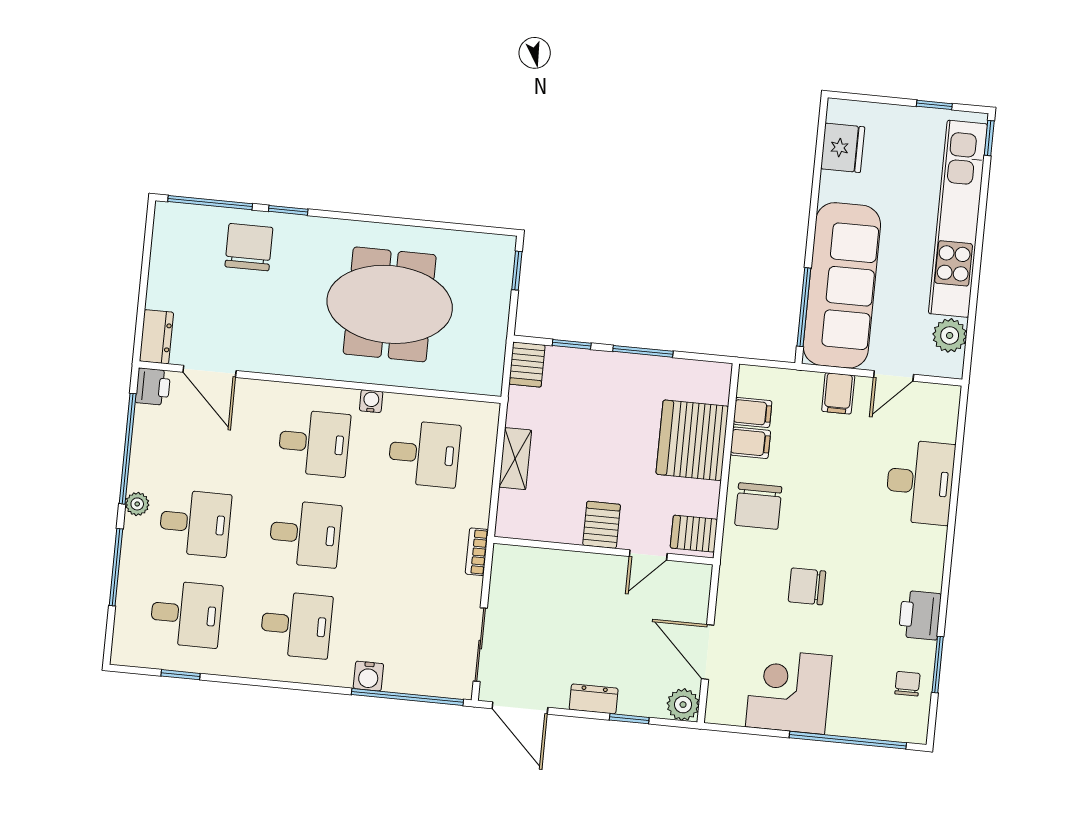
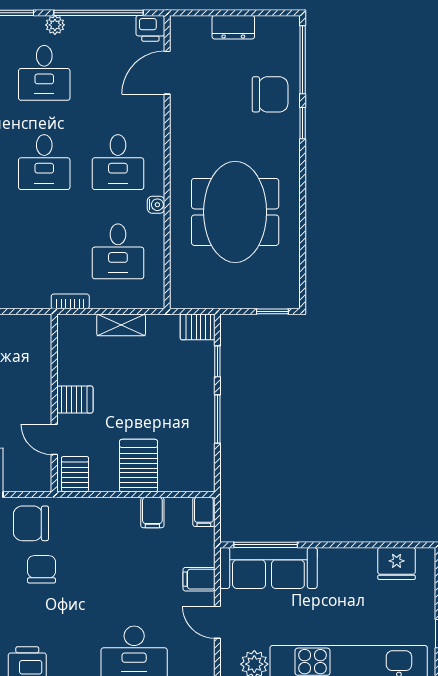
sofa: (842, 285) -> (268, 568), width x0.74, depth x0.79
dresser: (156, 337) -> (233, 27), moved
filing cabinet: (752, 412) -> (204, 512), moved
server rack: (692, 440) -> (138, 466), width x0.62
chair: (758, 506) -> (31, 523), moved
bookcase: (477, 552) -> (70, 301), moved

